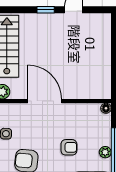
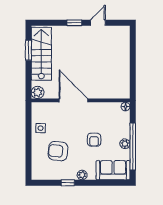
armchair: (69, 147) -> (94, 140), turned 90

